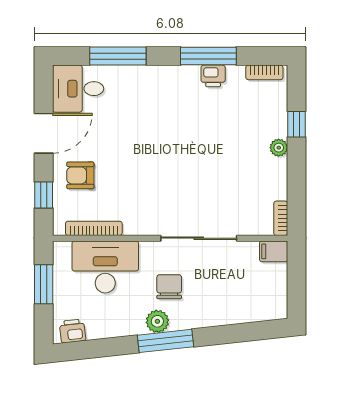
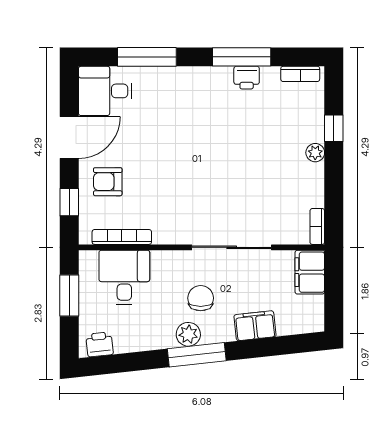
filing cabinet: (274, 251) -> (310, 272), width x2.00
desk: (105, 267) -> (124, 277), width x0.73
filing cabinet: (221, 313) -> (255, 326), added

